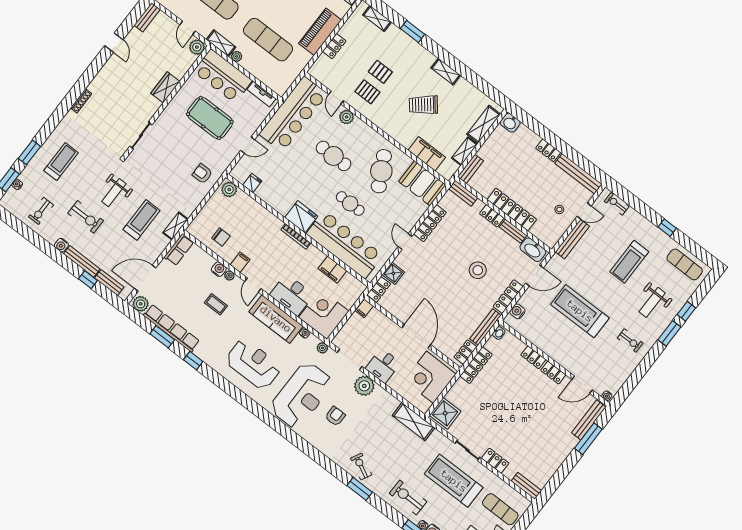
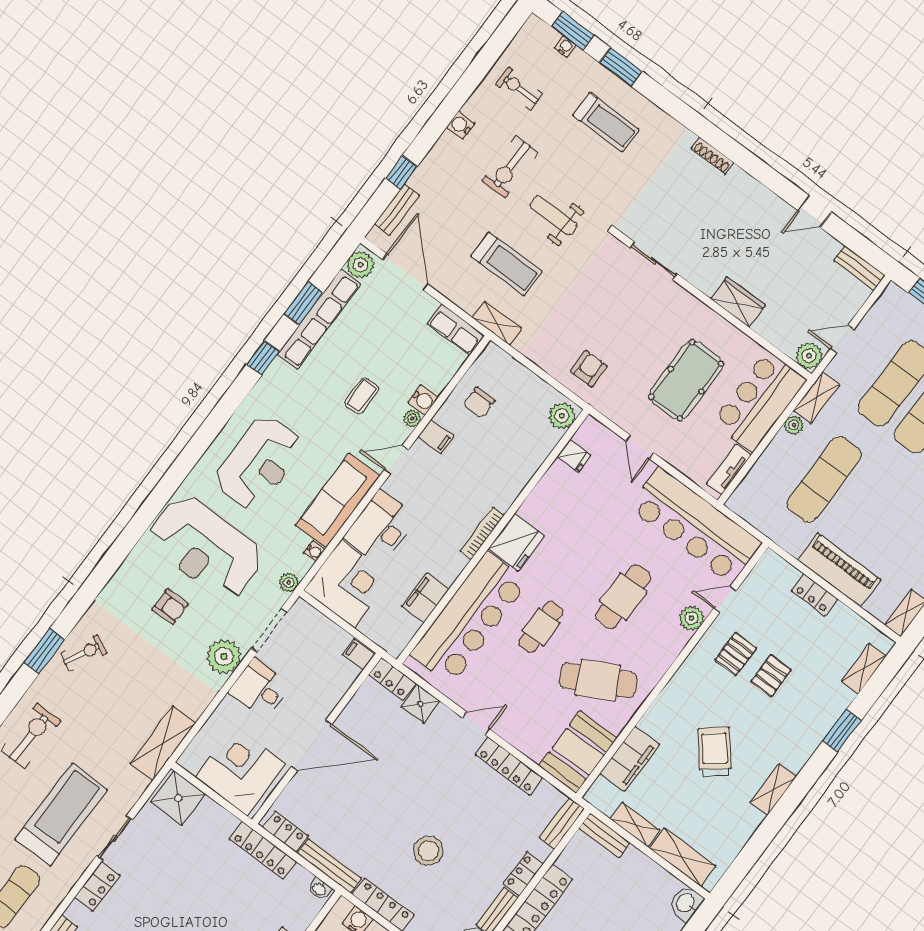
bench: (82, 261) -> (433, 161), removed

